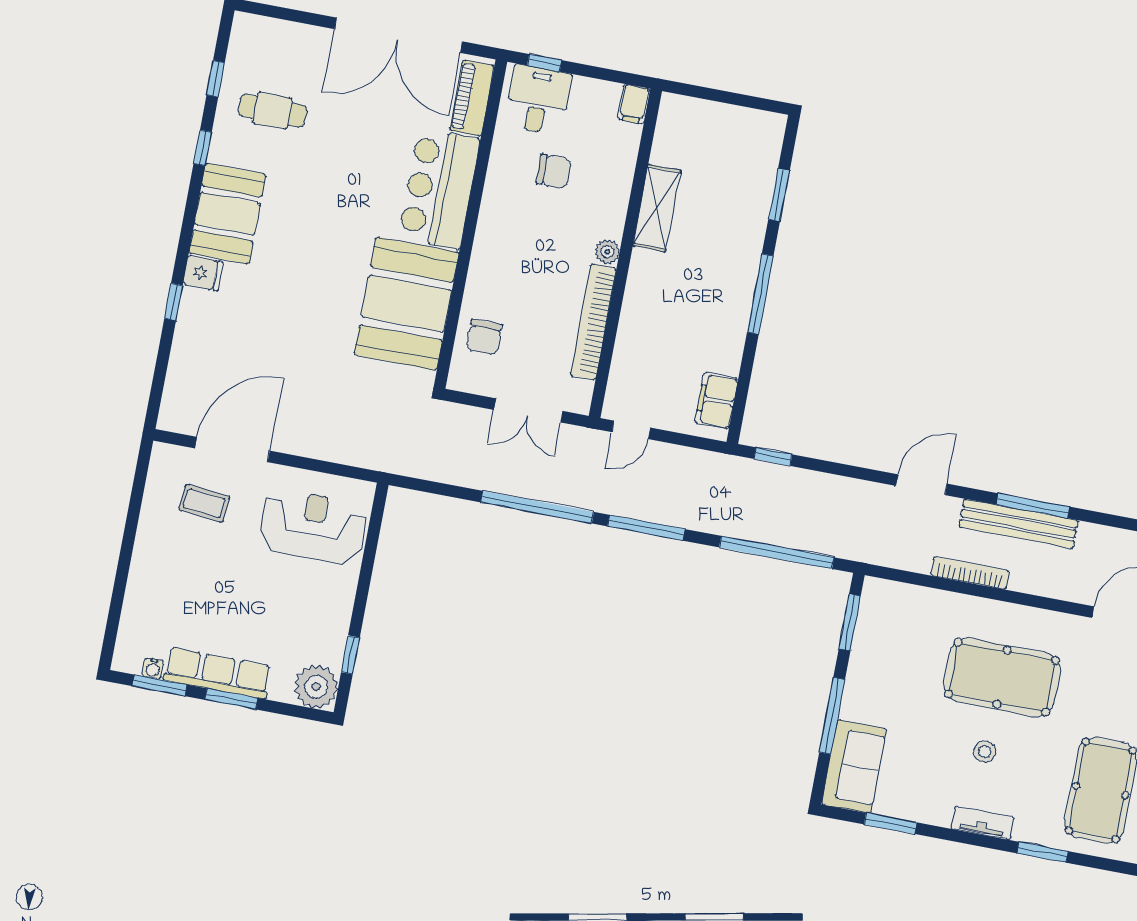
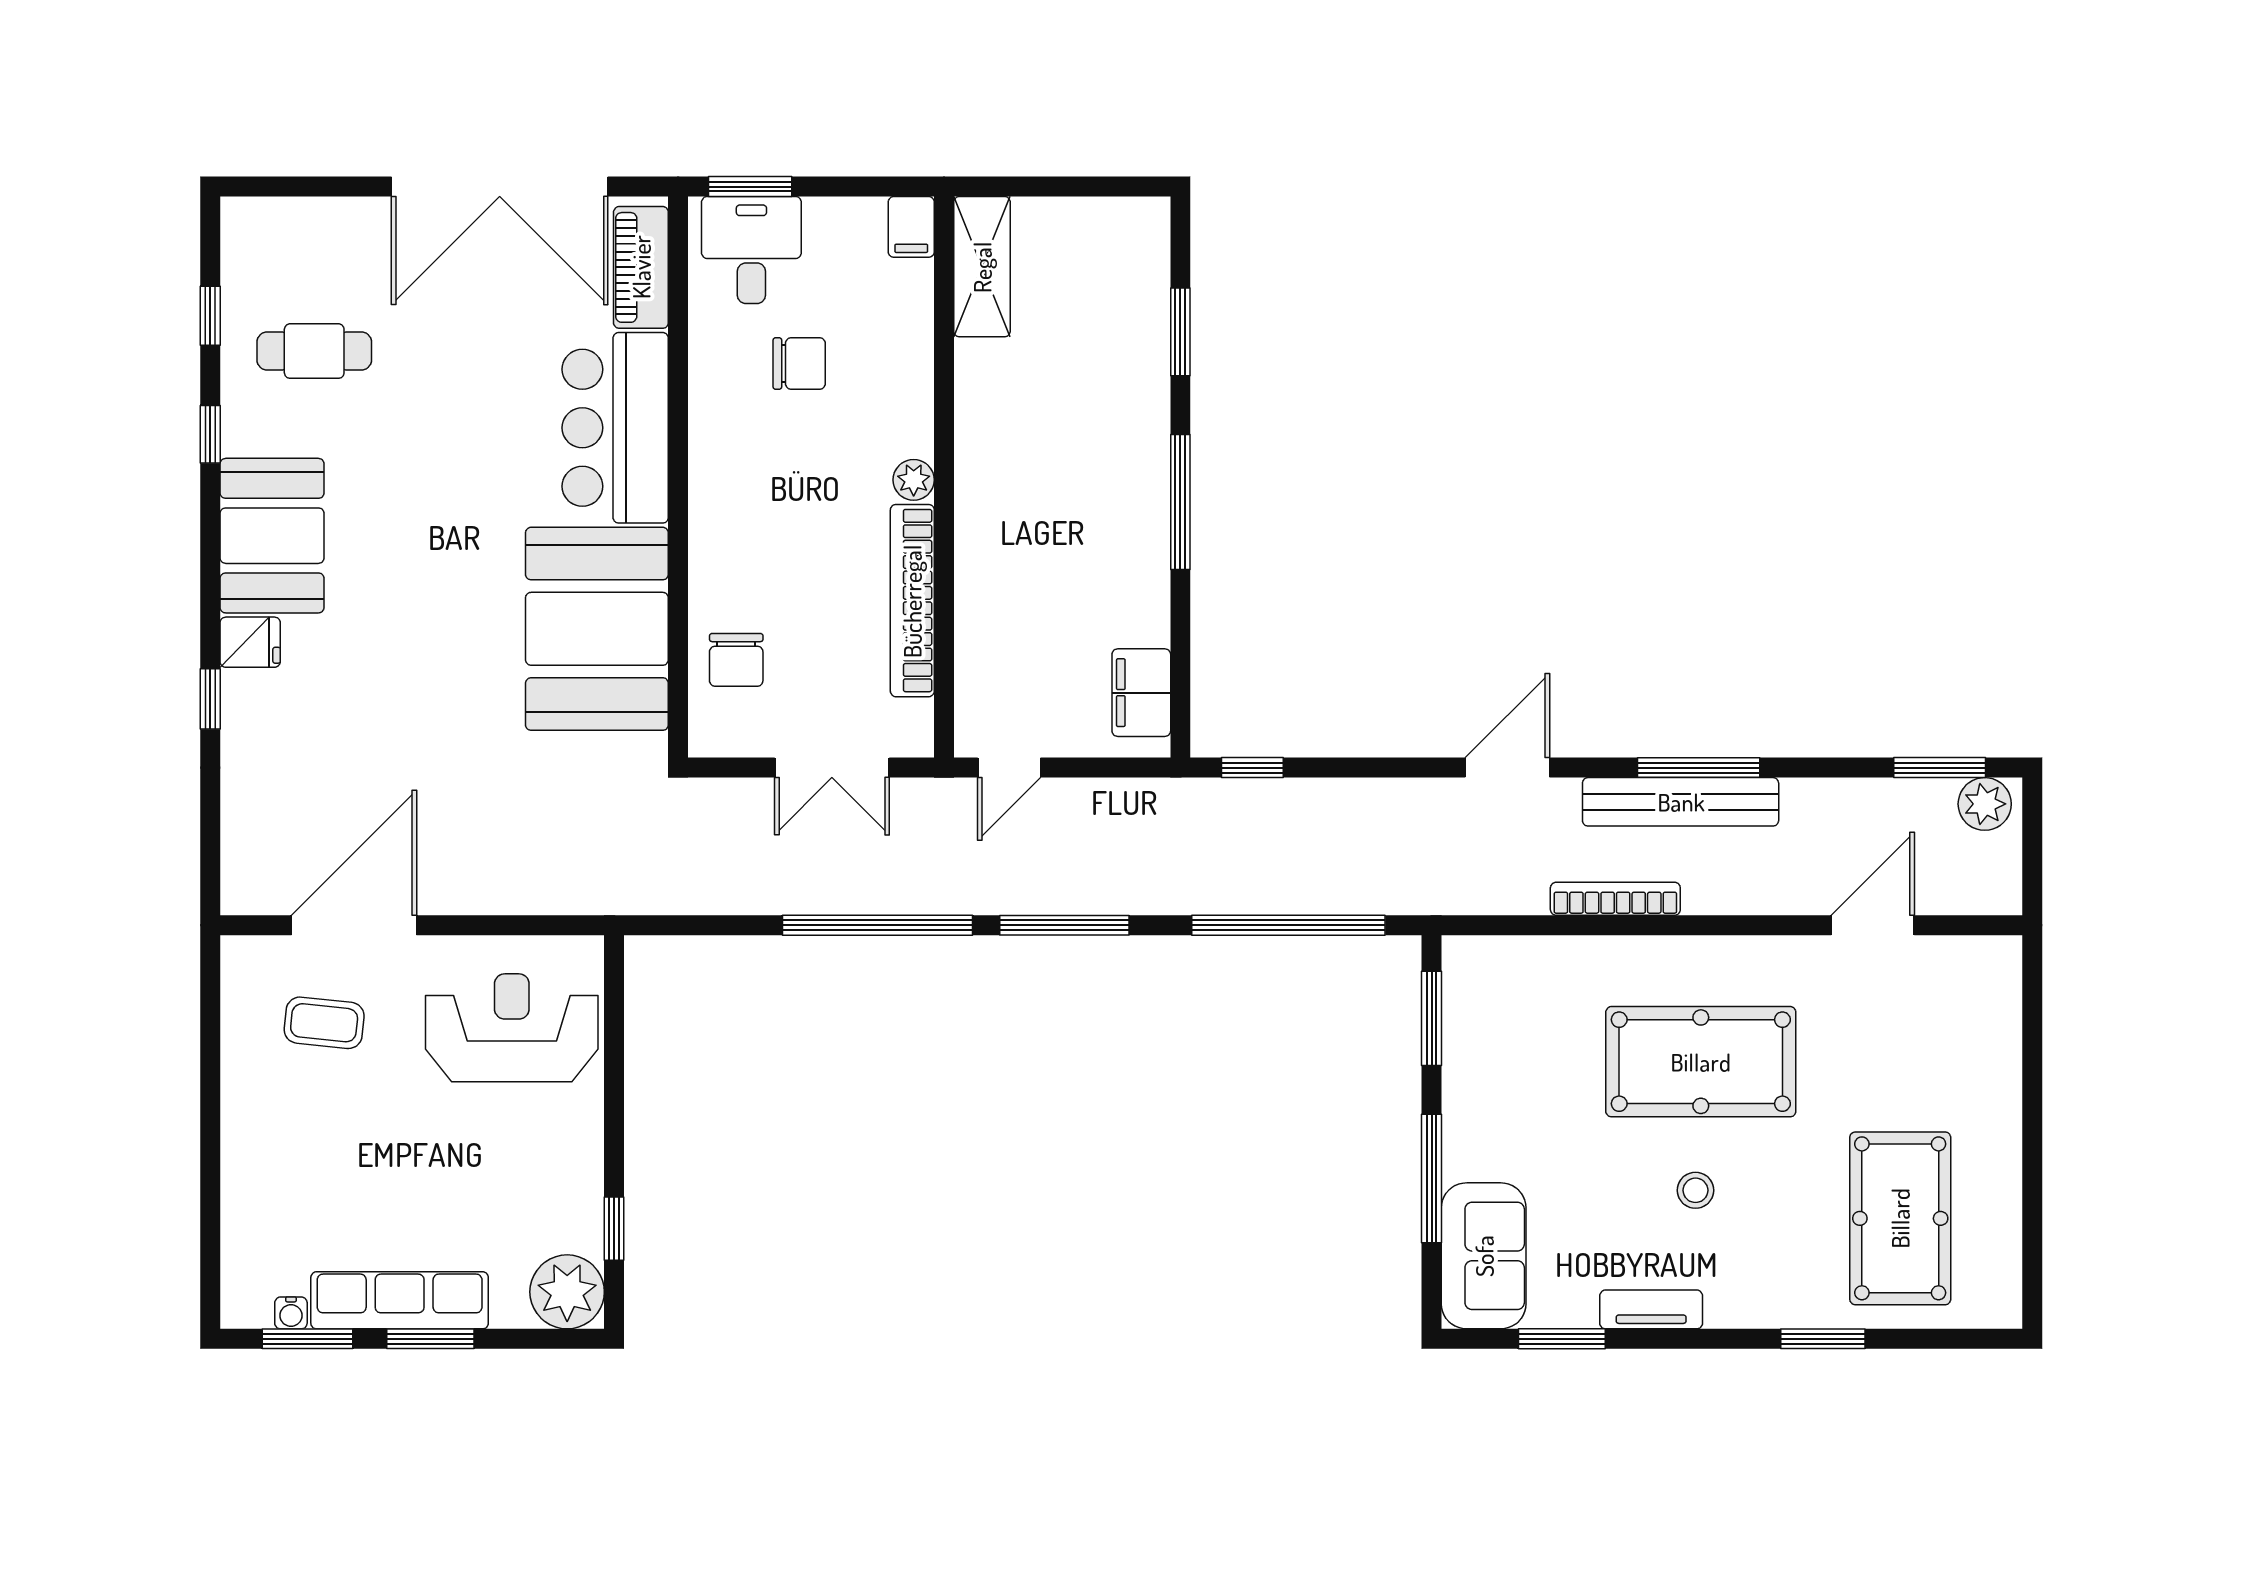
window: (544, 63) -> (750, 187), width x1.50
shelving: (657, 208) -> (982, 267), moved
tv unit: (982, 823) -> (1651, 1309), moved

